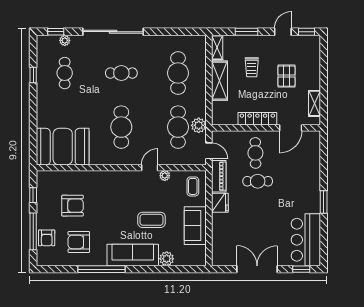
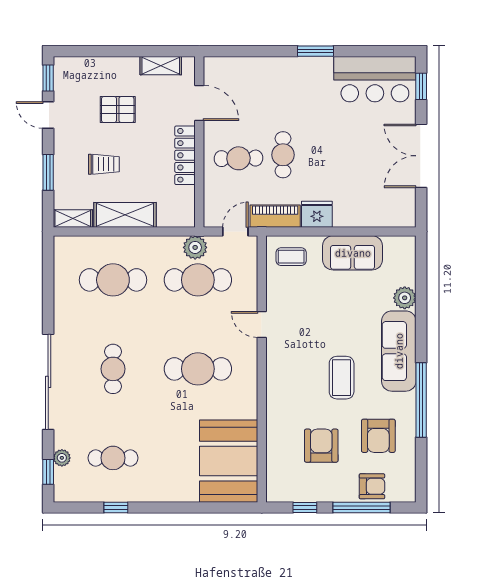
plant: (165, 176) -> (274, 301), removed
coffee table: (152, 220) -> (342, 378), moved

